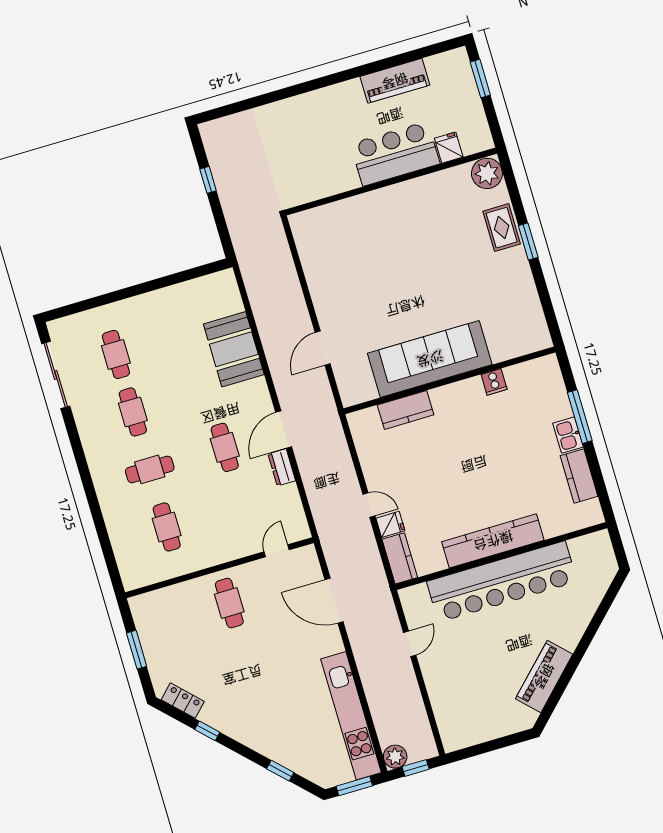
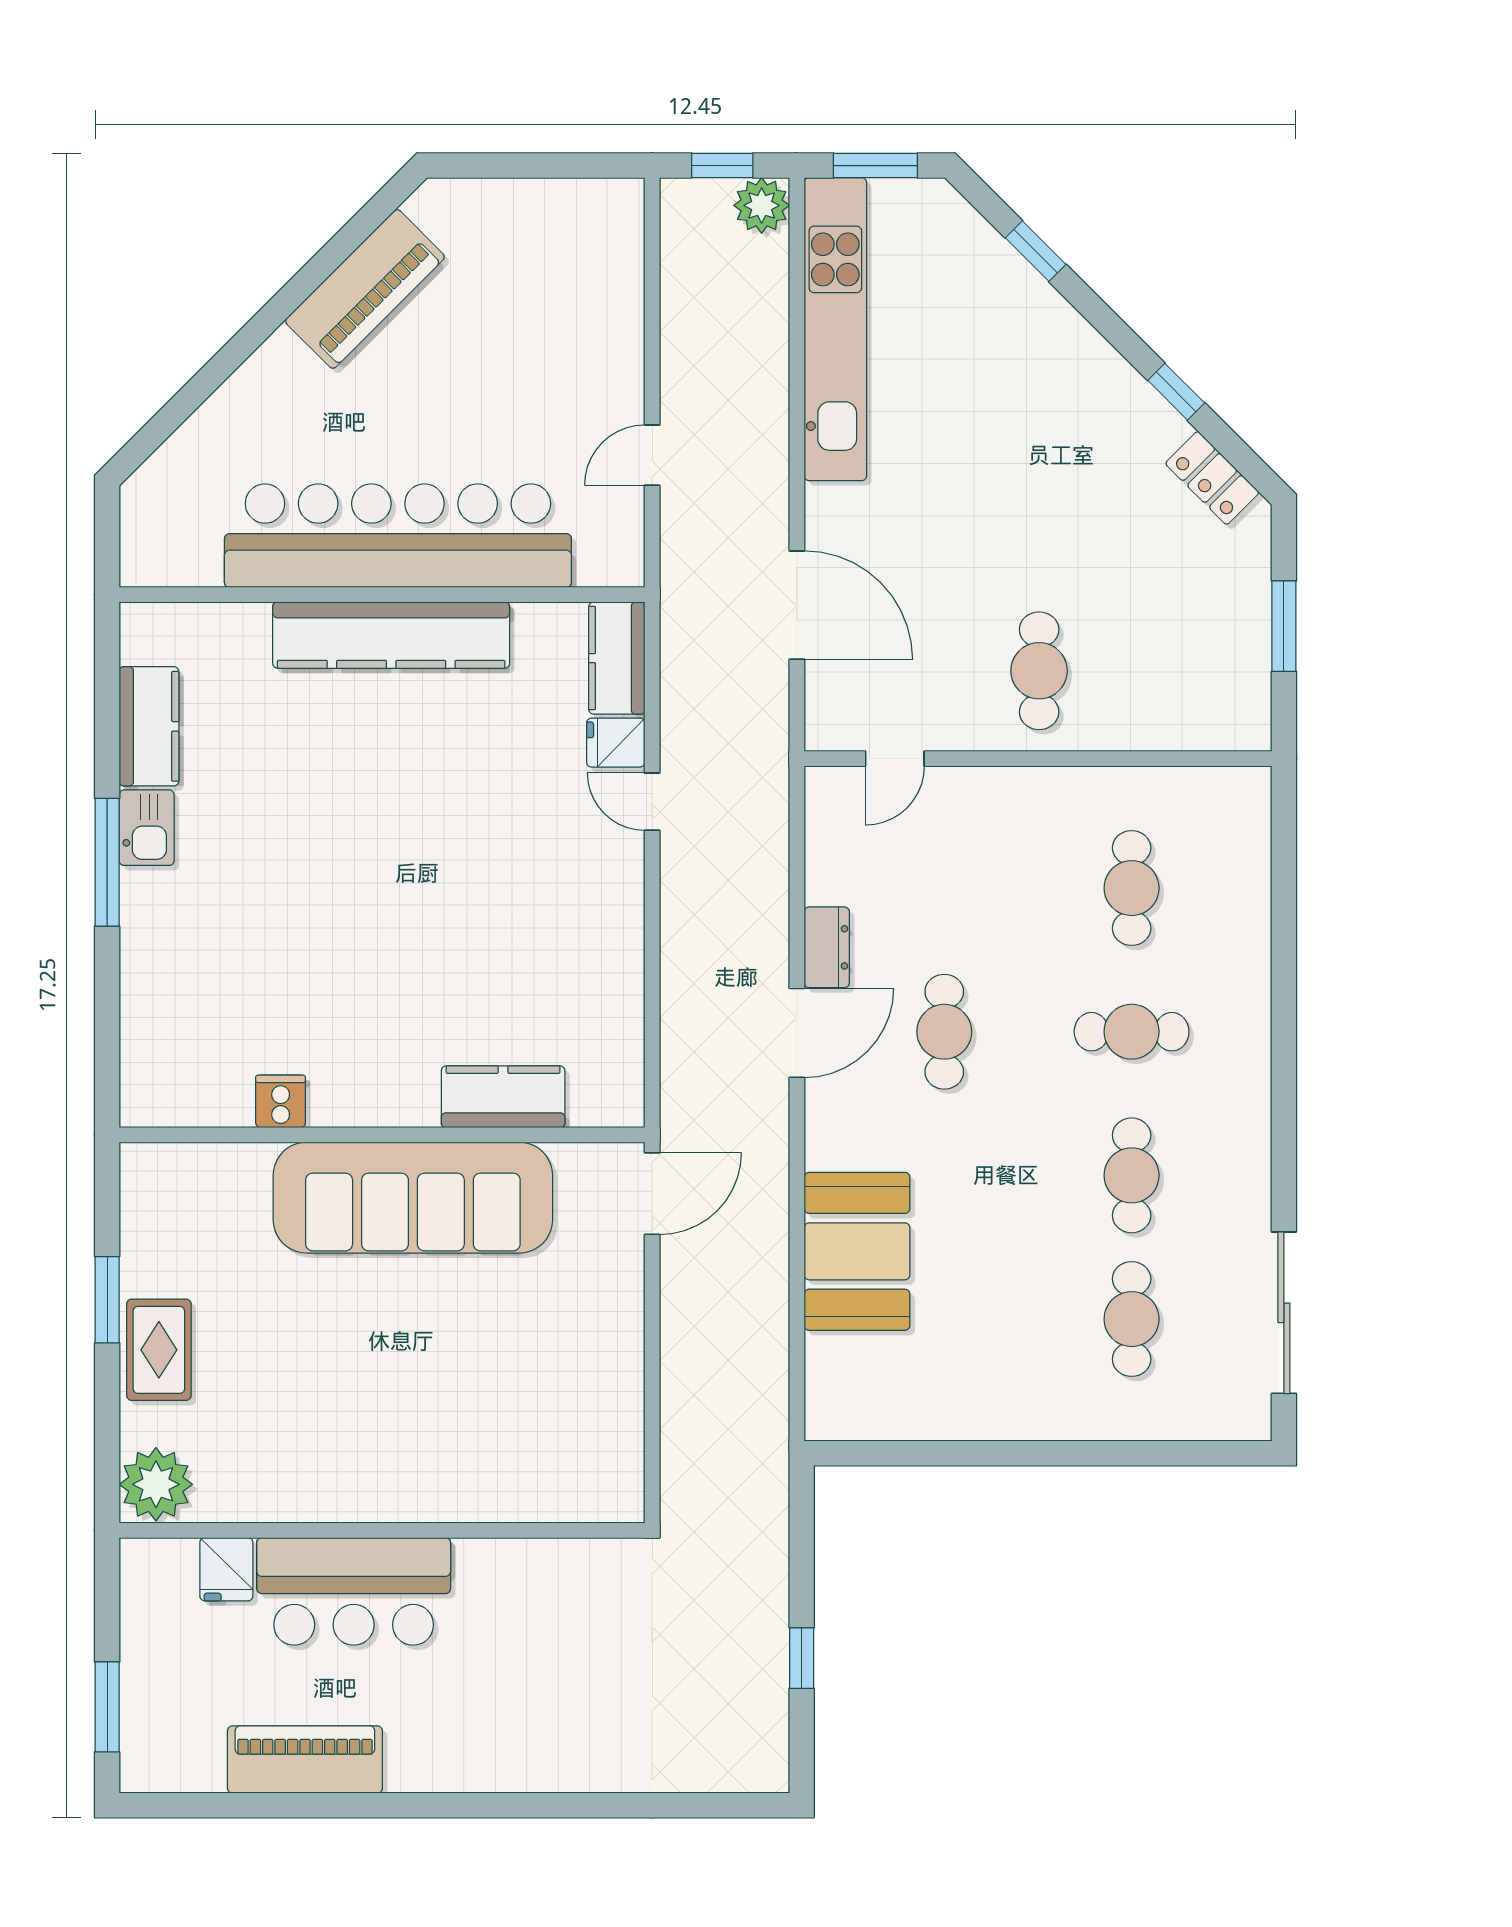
sofa: (430, 359) -> (413, 1198), moved
wall: (450, 380) -> (382, 1135), moved
cooker: (494, 382) -> (281, 1101), moved
kitchen counter: (406, 410) -> (503, 1097), moved

